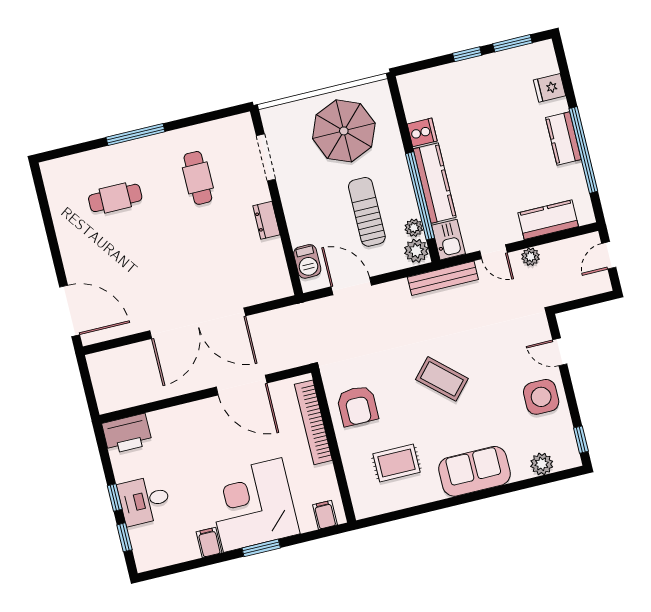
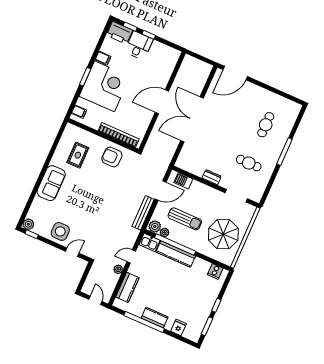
cooker: (422, 132) -> (215, 271), moved
bench: (443, 278) -> (143, 213), moved
coffee table: (442, 379) -> (97, 198), removed
door: (242, 385) -> (162, 102), moved
printer: (127, 434) -> (120, 33), moved, turned -90
plant: (542, 464) -> (28, 224), moved

